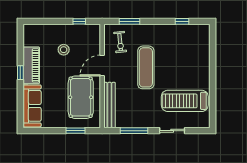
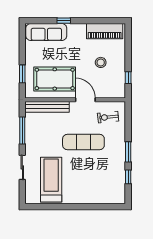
window: (130, 21) -> (128, 152), moved
piano: (31, 65) -> (105, 31), moved
window: (20, 73) -> (64, 21), moved

